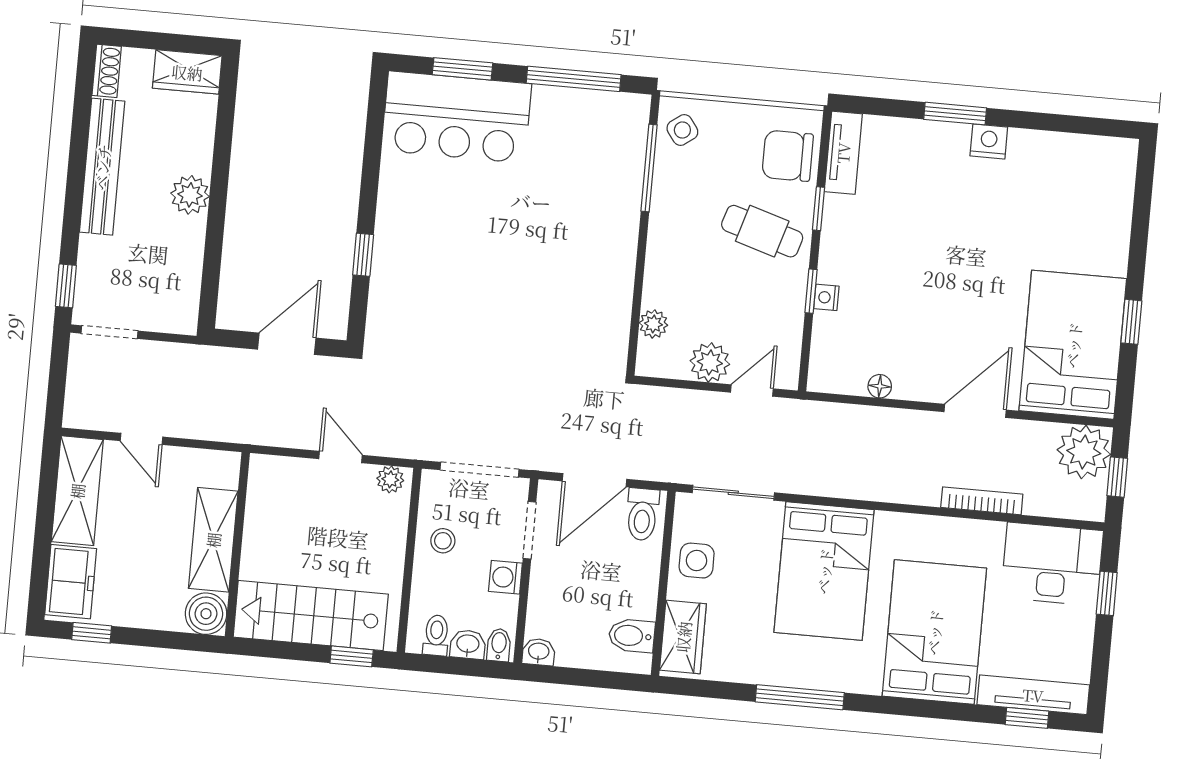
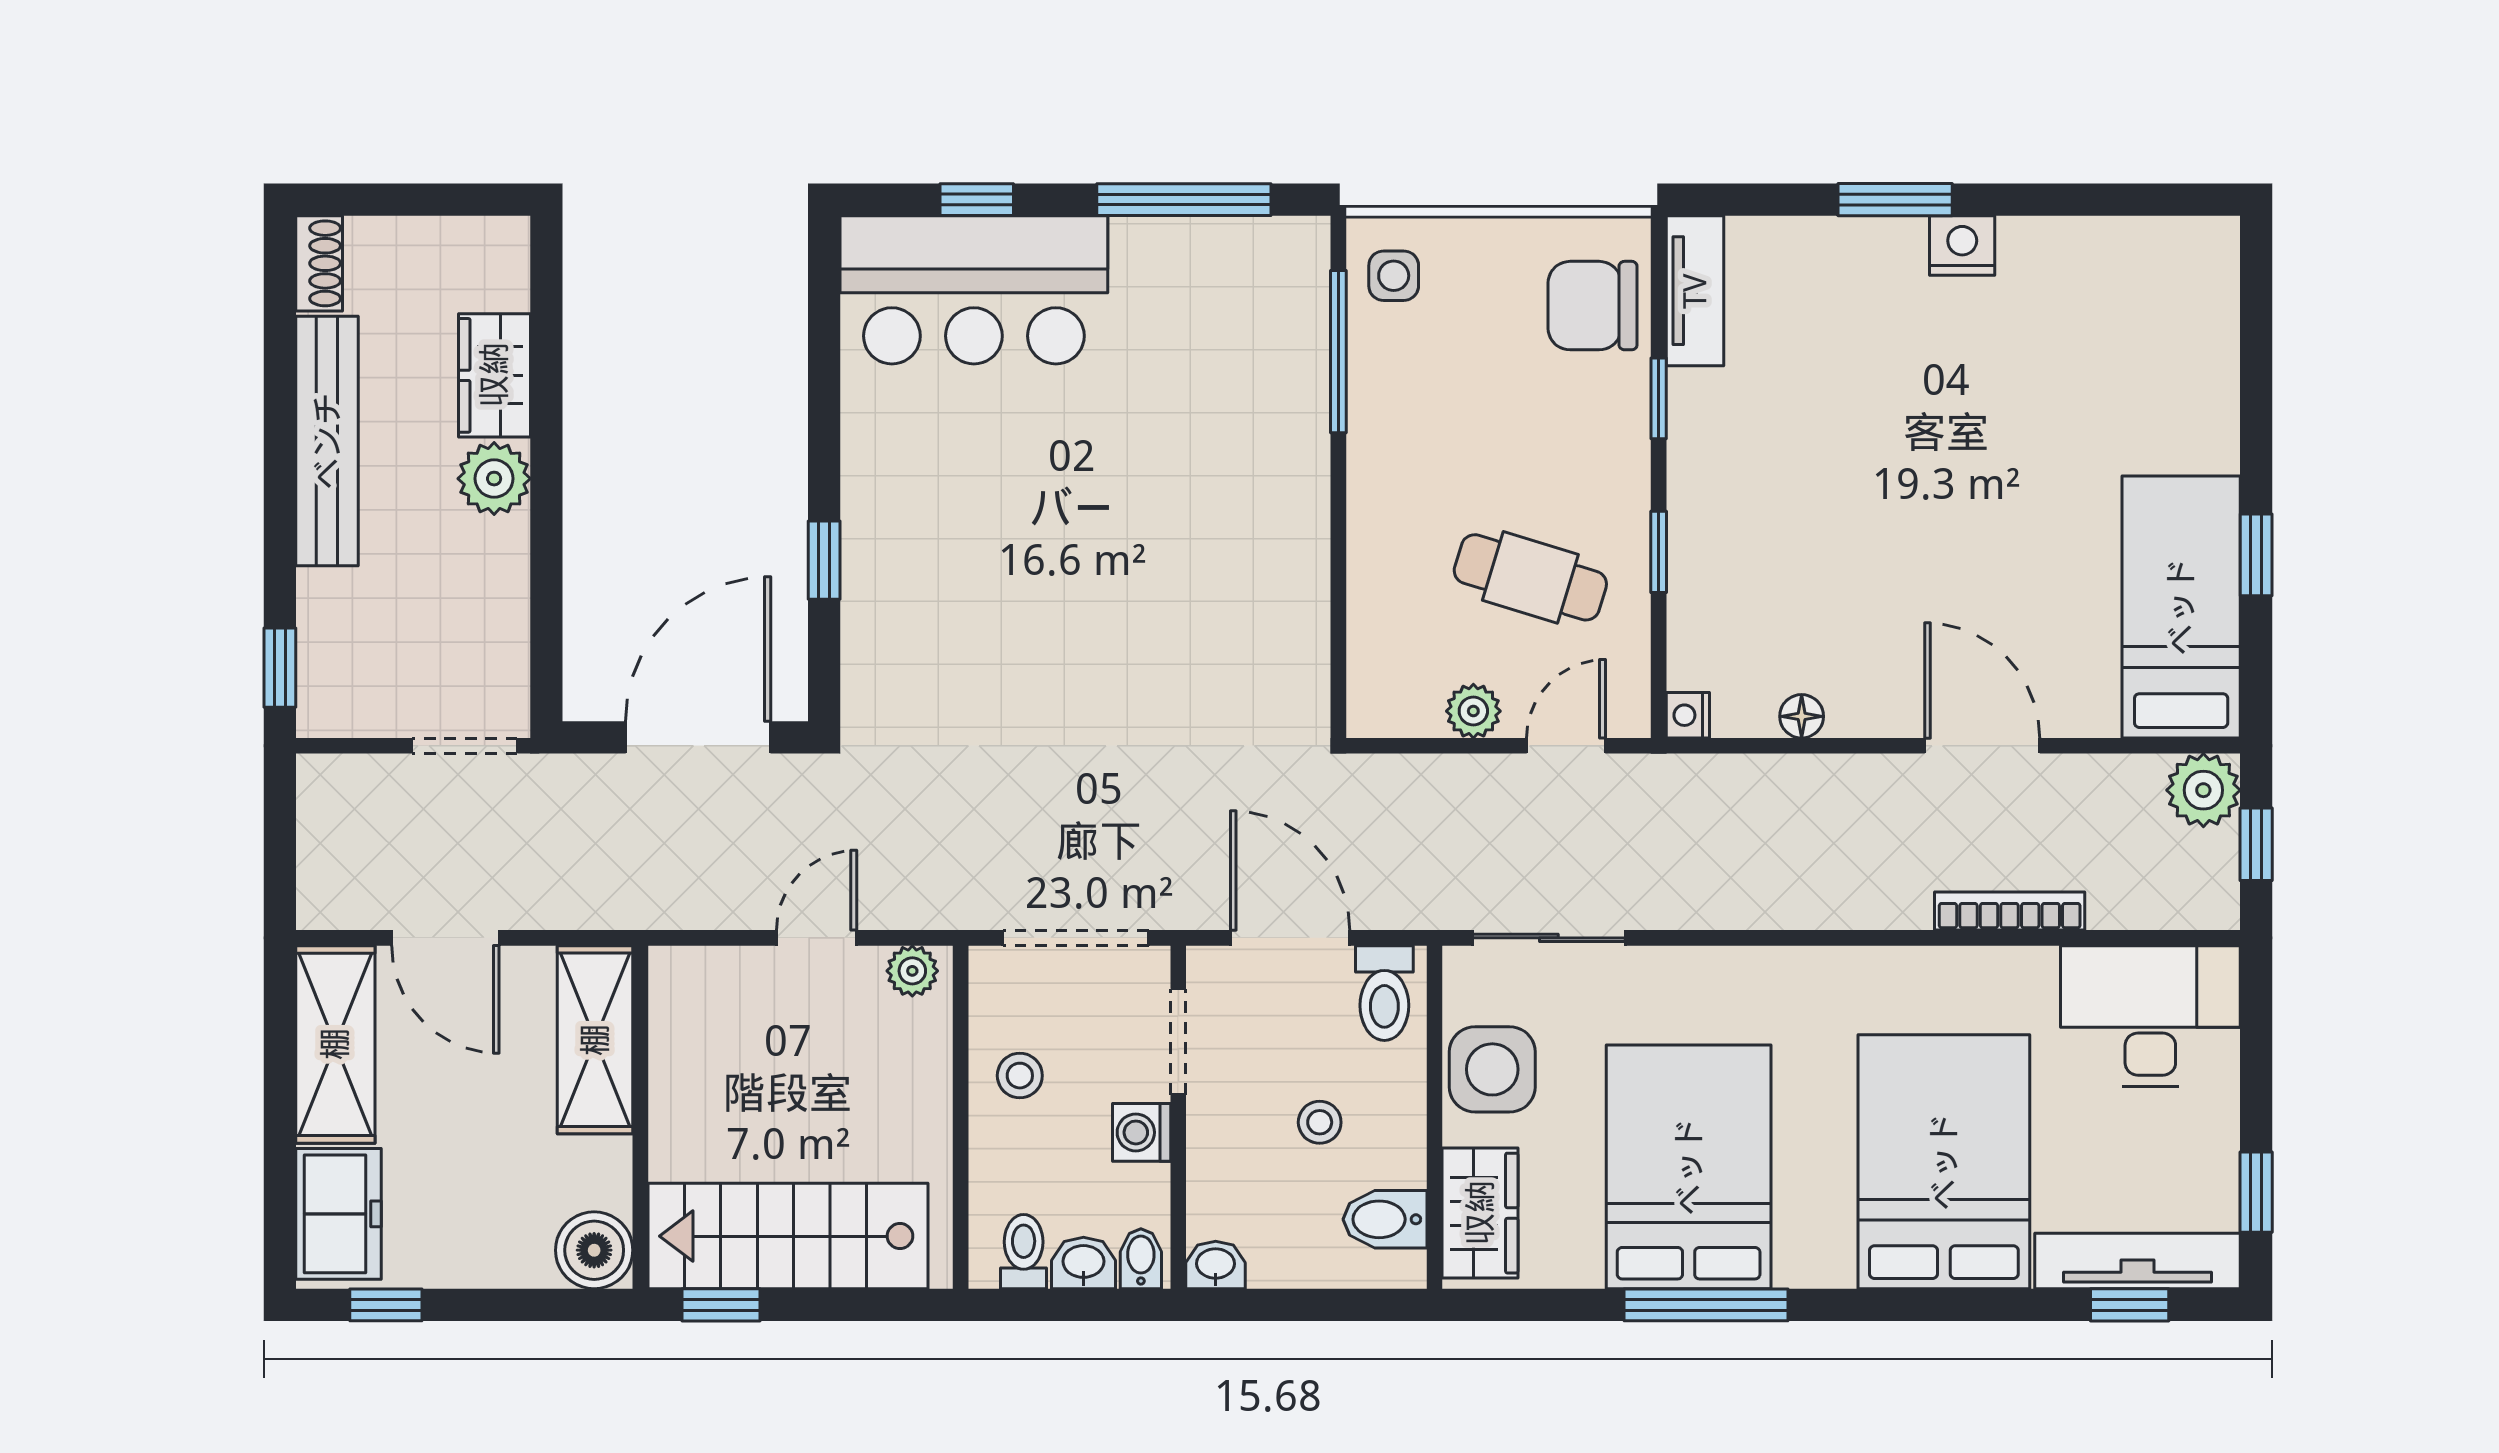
window: (462, 69) -> (977, 200), width x0.67
wardrobe: (187, 72) -> (494, 375), moved, turned 90
side table: (682, 130) -> (1394, 276), turned 36
cafe table: (762, 231) -> (1530, 577), moved
nightstand: (826, 297) -> (1688, 715), moved
plant: (653, 324) -> (1373, 639), removed
doorway: (109, 332) -> (465, 746), moved
door: (287, 344) -> (698, 737), width x1.36
bed: (1073, 345) -> (2181, 607), width x0.67
plant: (710, 362) -> (1473, 711), width x0.73, depth x0.73
door: (975, 411) -> (1982, 746), hinge flipped
door: (141, 439) -> (445, 938), width x1.38
plant: (1084, 452) -> (2203, 790), width x0.73, depth x0.73
door: (341, 457) -> (817, 938), hinge flipped
door: (595, 480) -> (1290, 938), swing flipped
shelving: (213, 540) -> (595, 1040), moved
side table: (697, 561) -> (1492, 1069), width x1.37, depth x1.37
bed: (824, 571) -> (1689, 1167), moved, turned 180
stool: (601, 580) -> (1320, 1122), added
window: (1107, 593) -> (2256, 1192), moved
window: (352, 656) -> (721, 1305), moved

